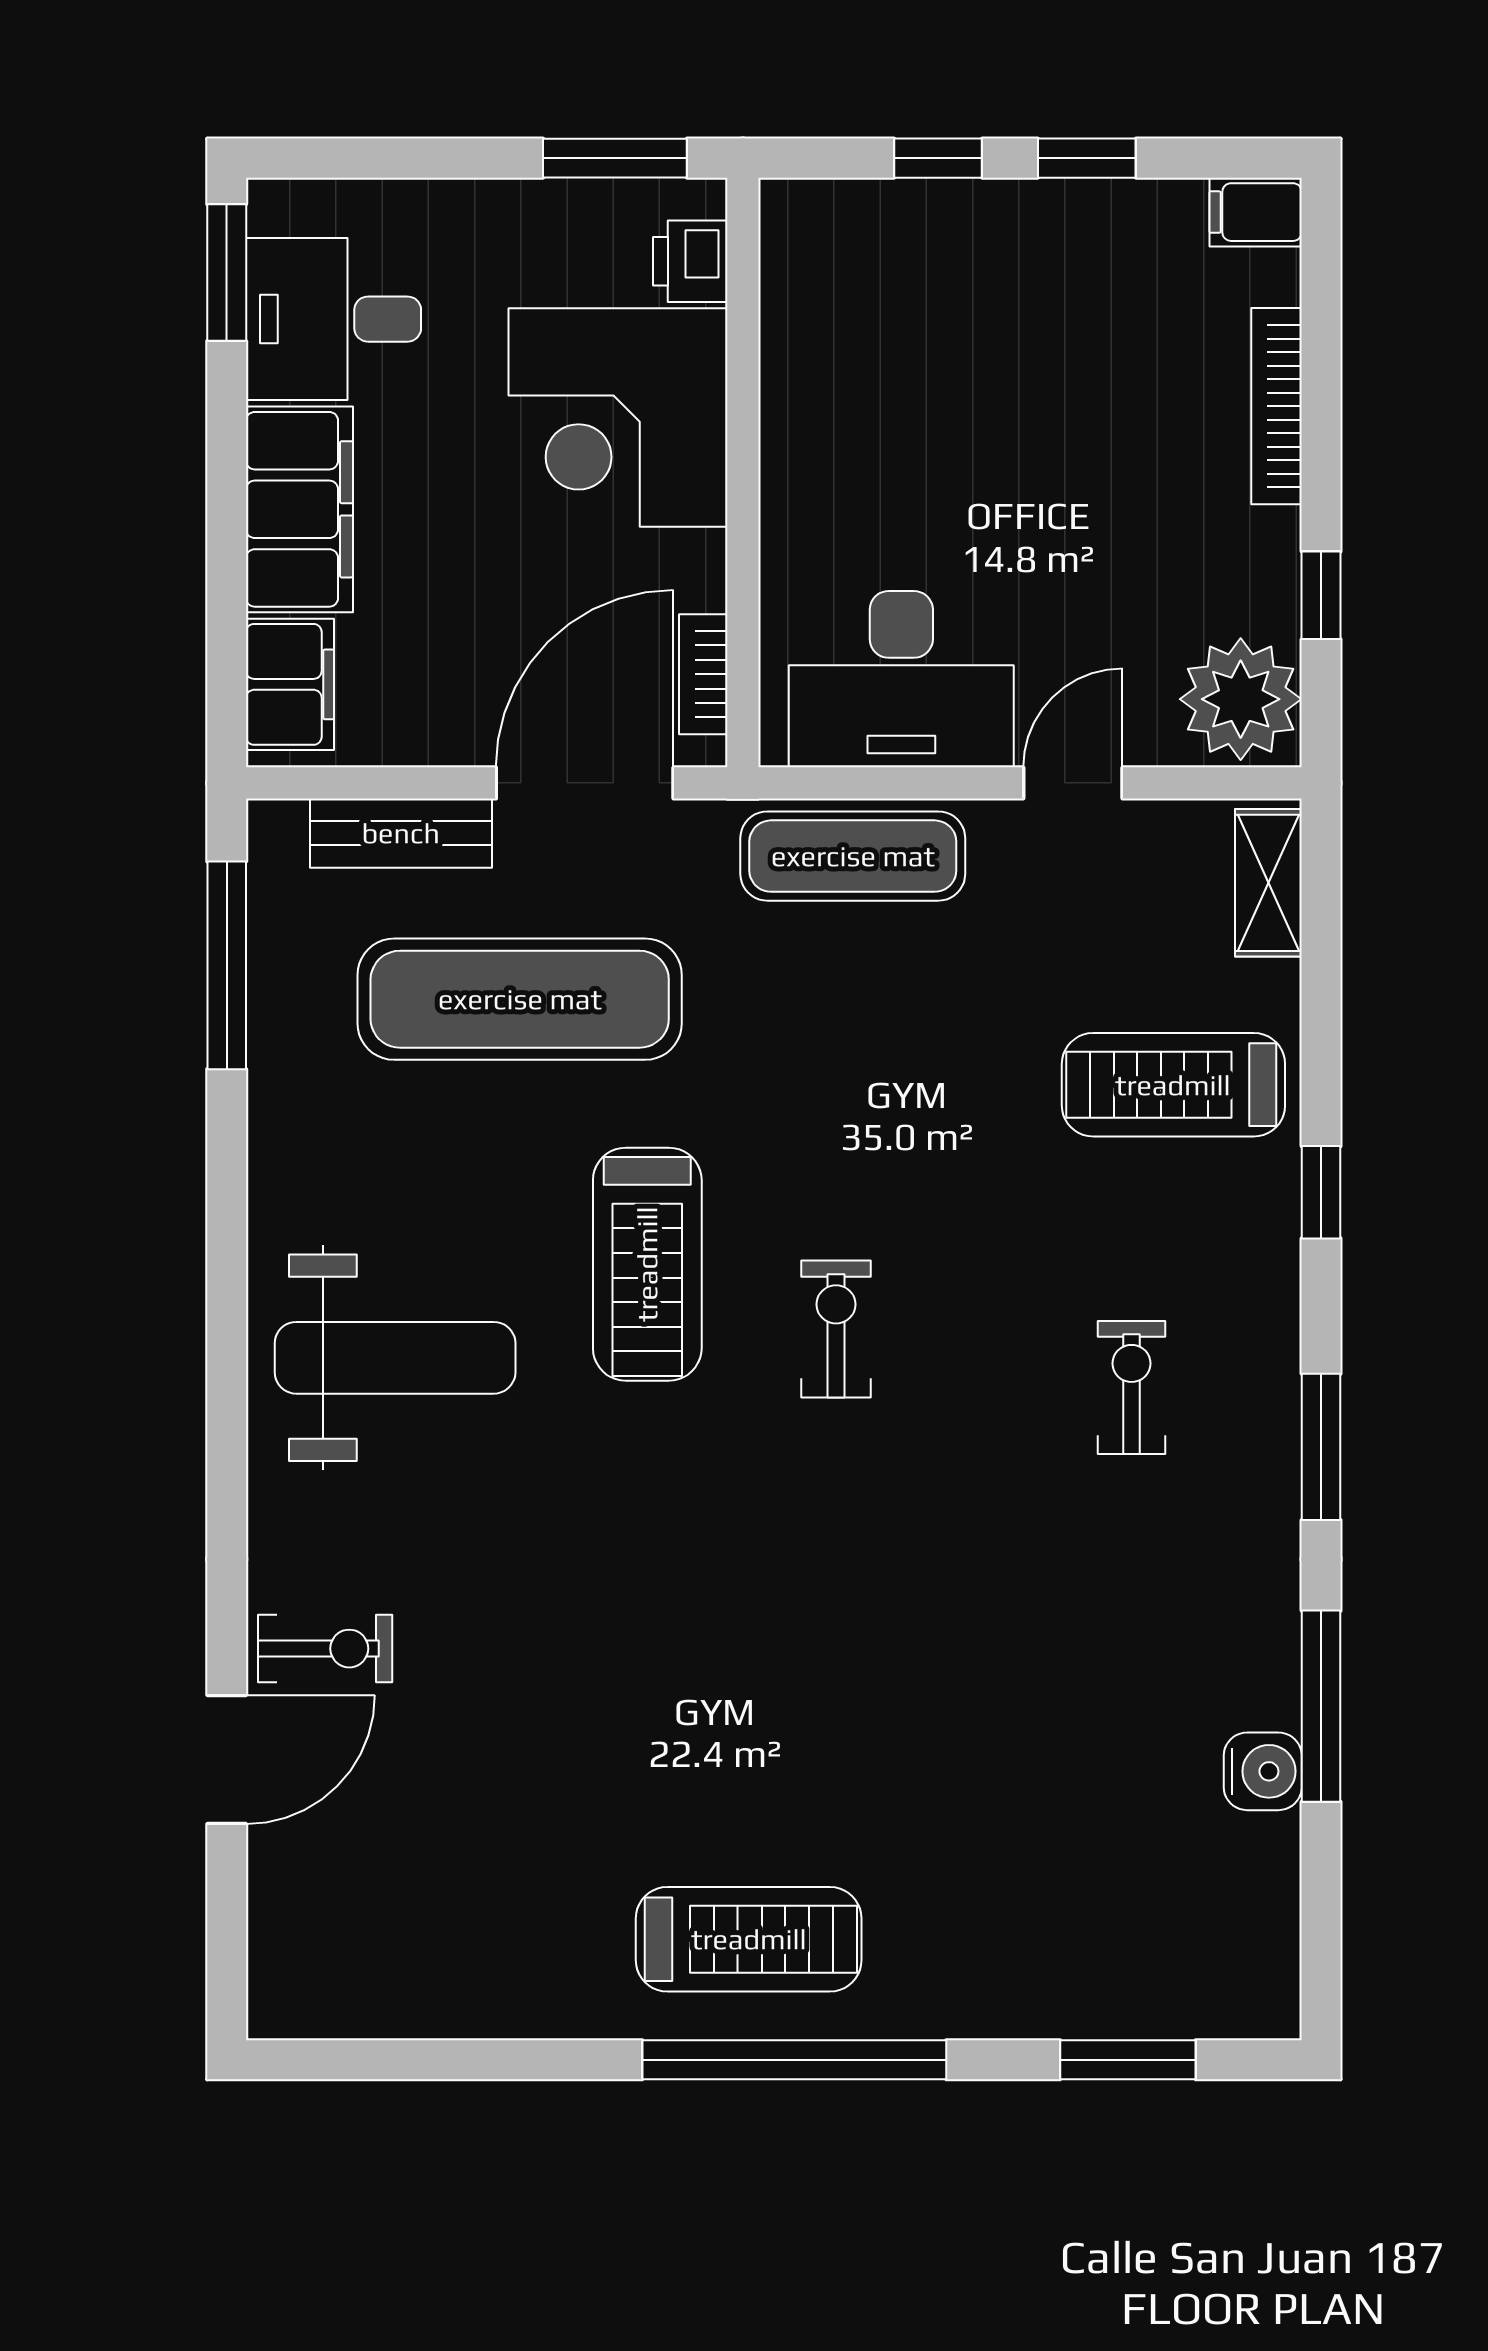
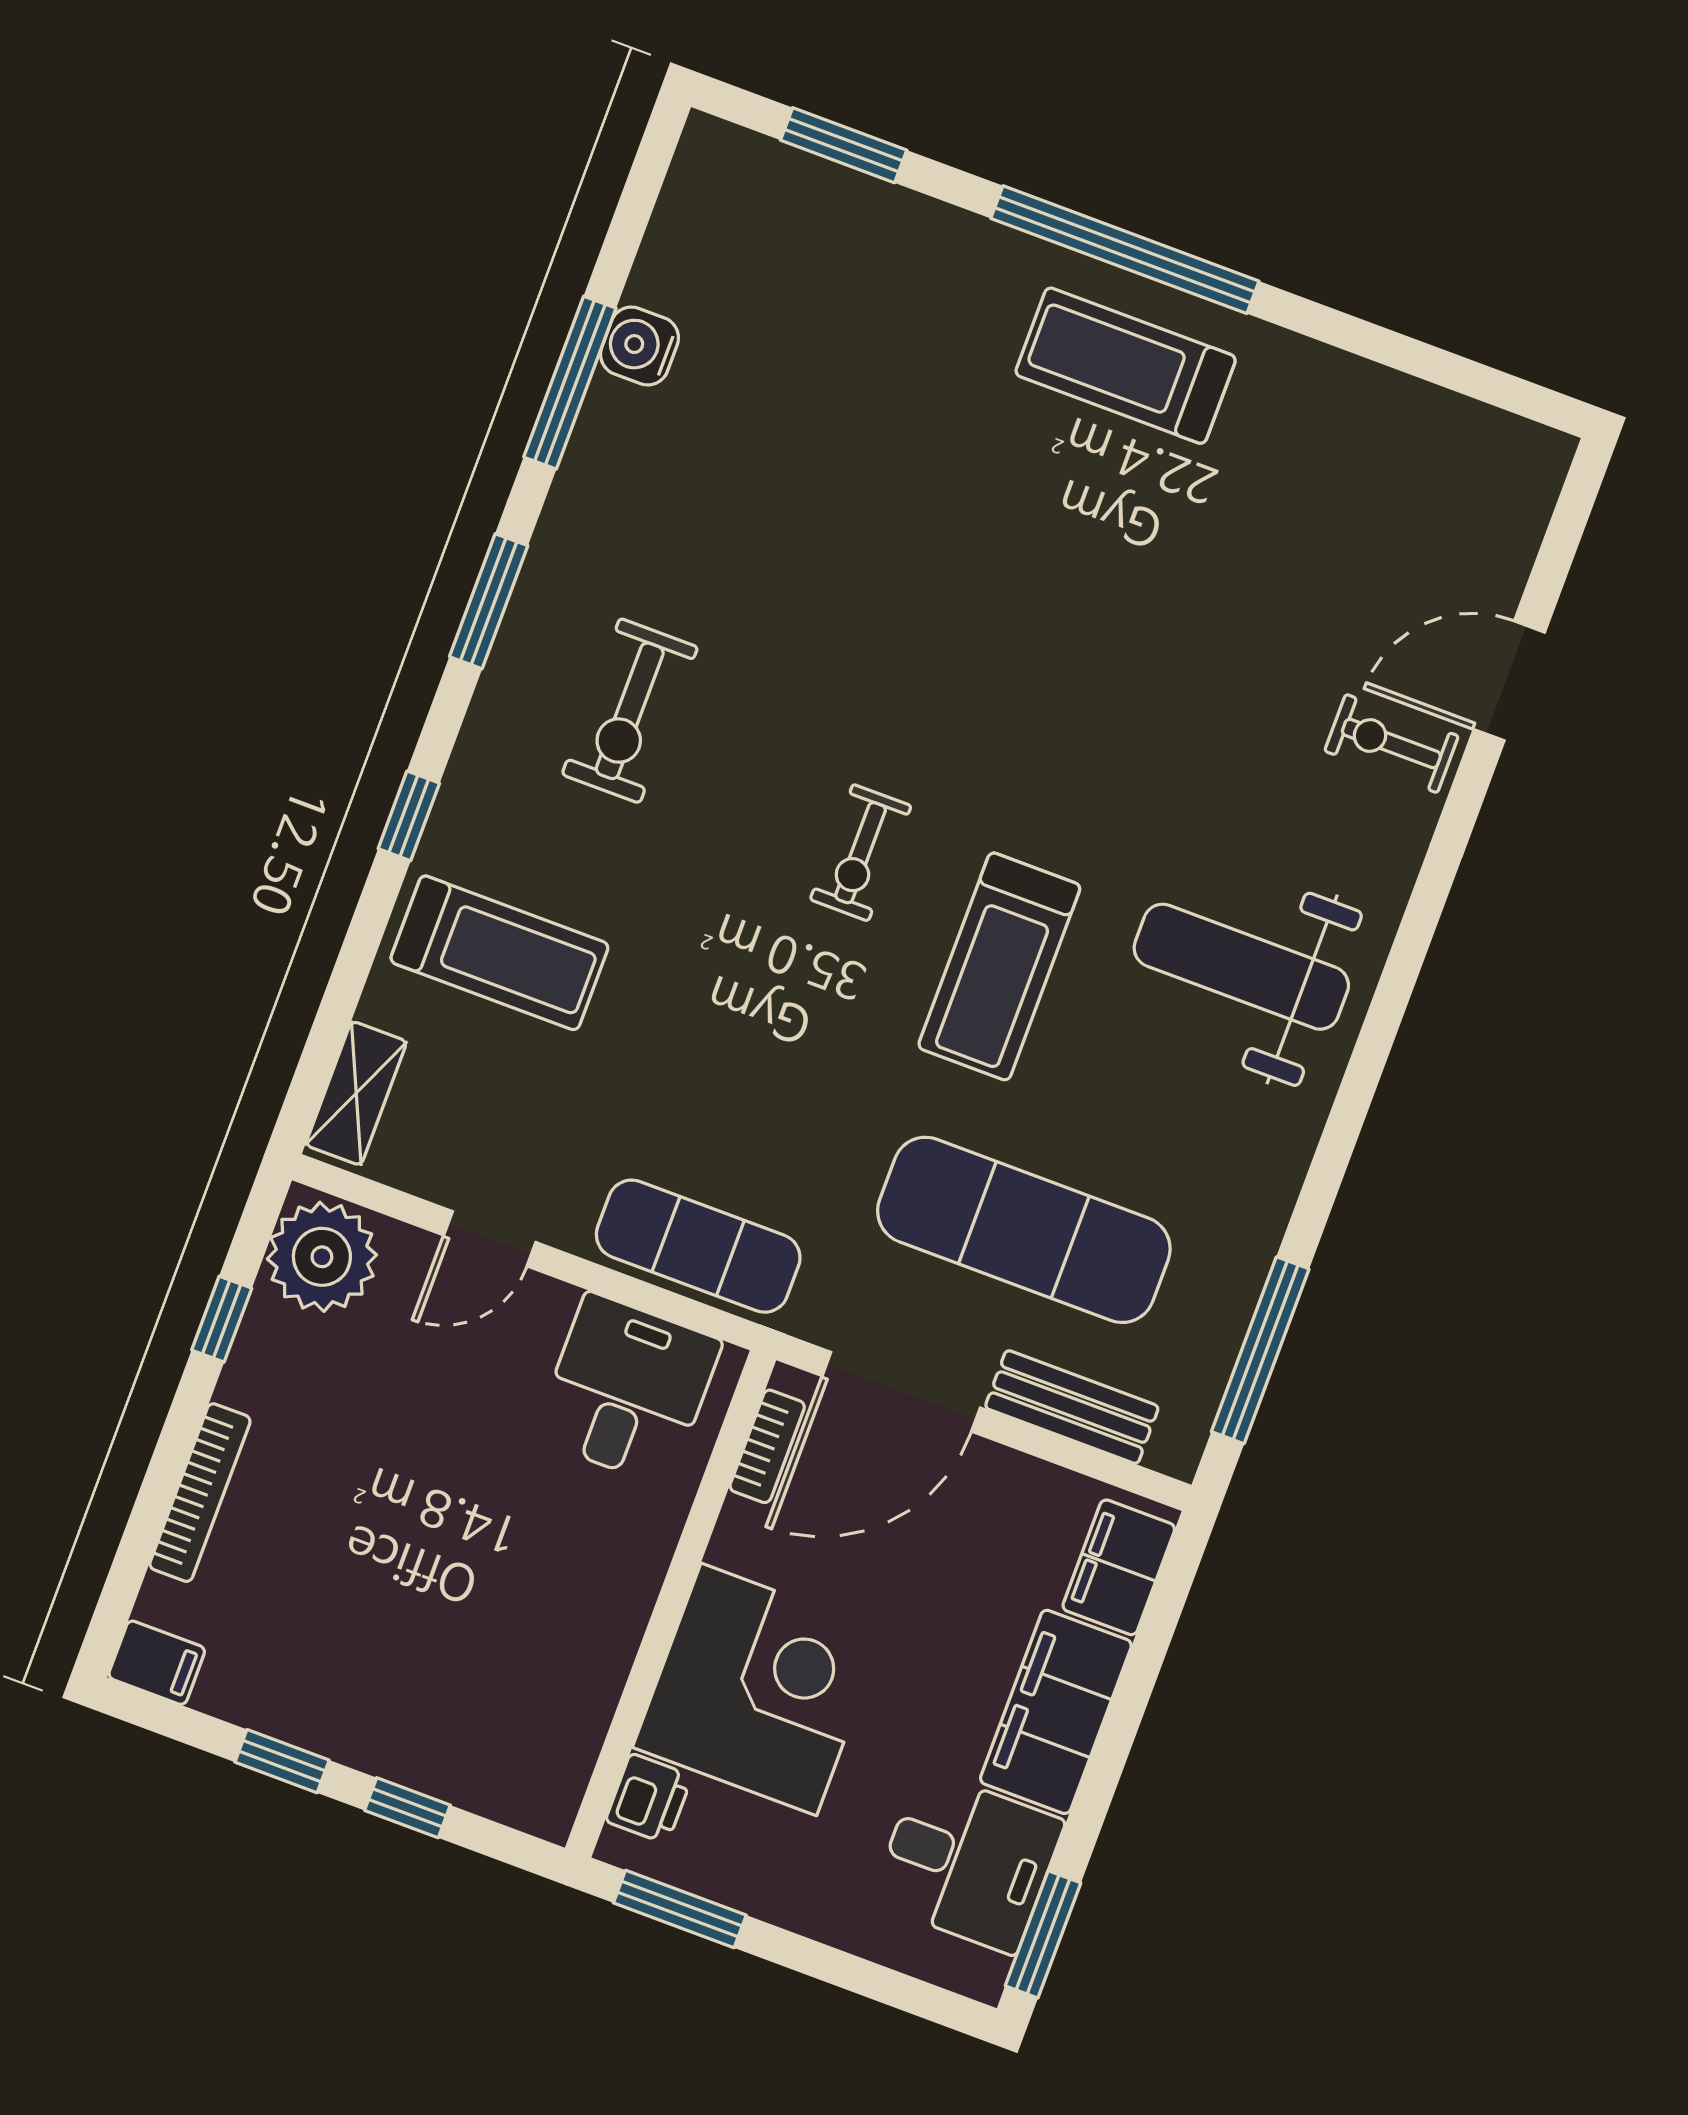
desk: (901, 679) -> (627, 1390), width x0.73
treadmill: (647, 1264) -> (999, 966), turned 180
exercise bike: (1132, 1387) -> (630, 711), width x1.38, depth x1.39

